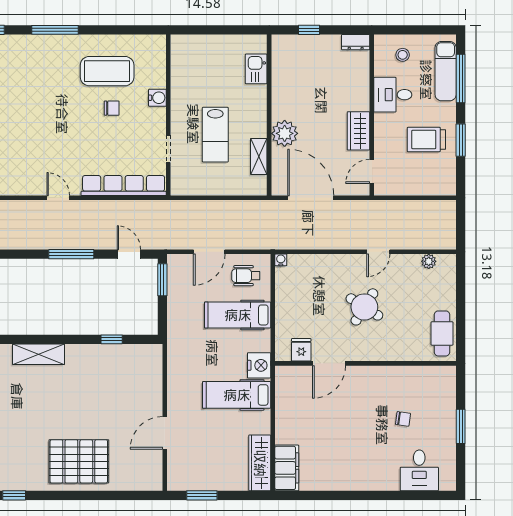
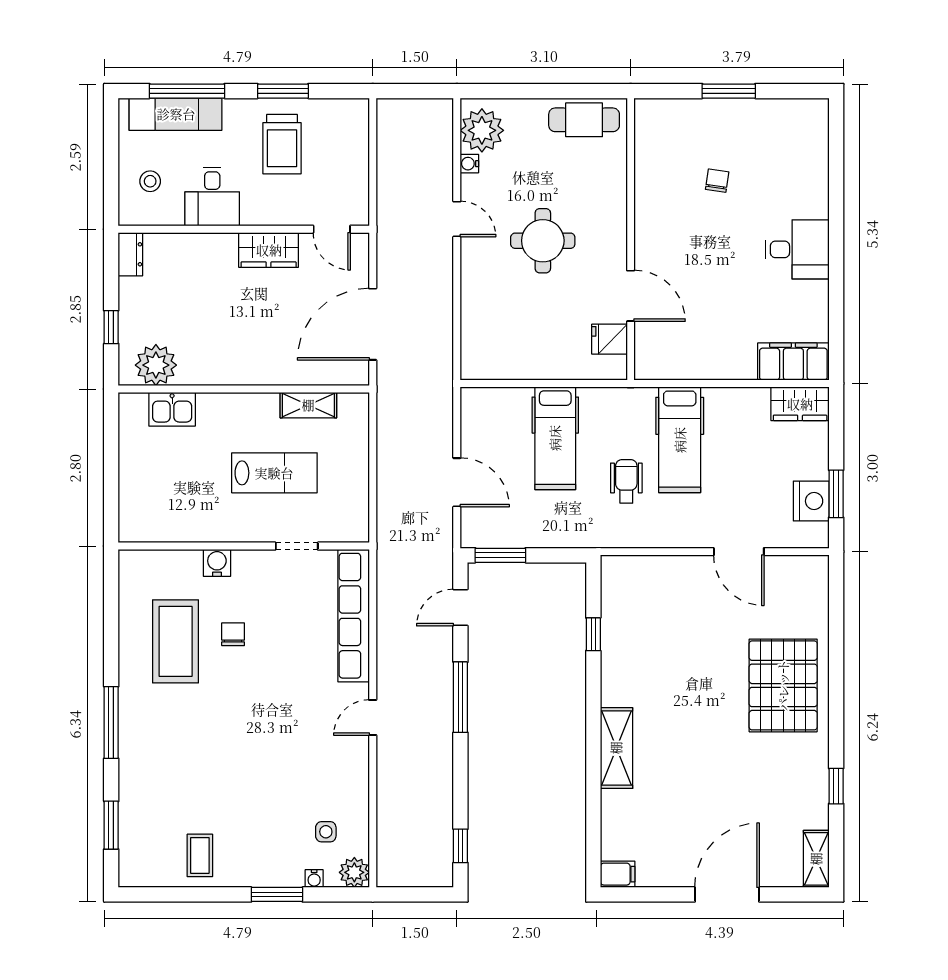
plant: (285, 133) -> (156, 365), moved
water cooler: (281, 260) -> (469, 164), moved
plant: (429, 261) -> (482, 130), width x1.87, depth x1.87
wheelchair: (246, 276) -> (626, 481), moved, turned 180
round table: (364, 307) -> (543, 241), turned -32
nightstand: (259, 365) -> (811, 501), moved, turned 90
wardrobe: (260, 463) -> (800, 404), width x0.67
desk: (419, 470) -> (797, 249), moved

